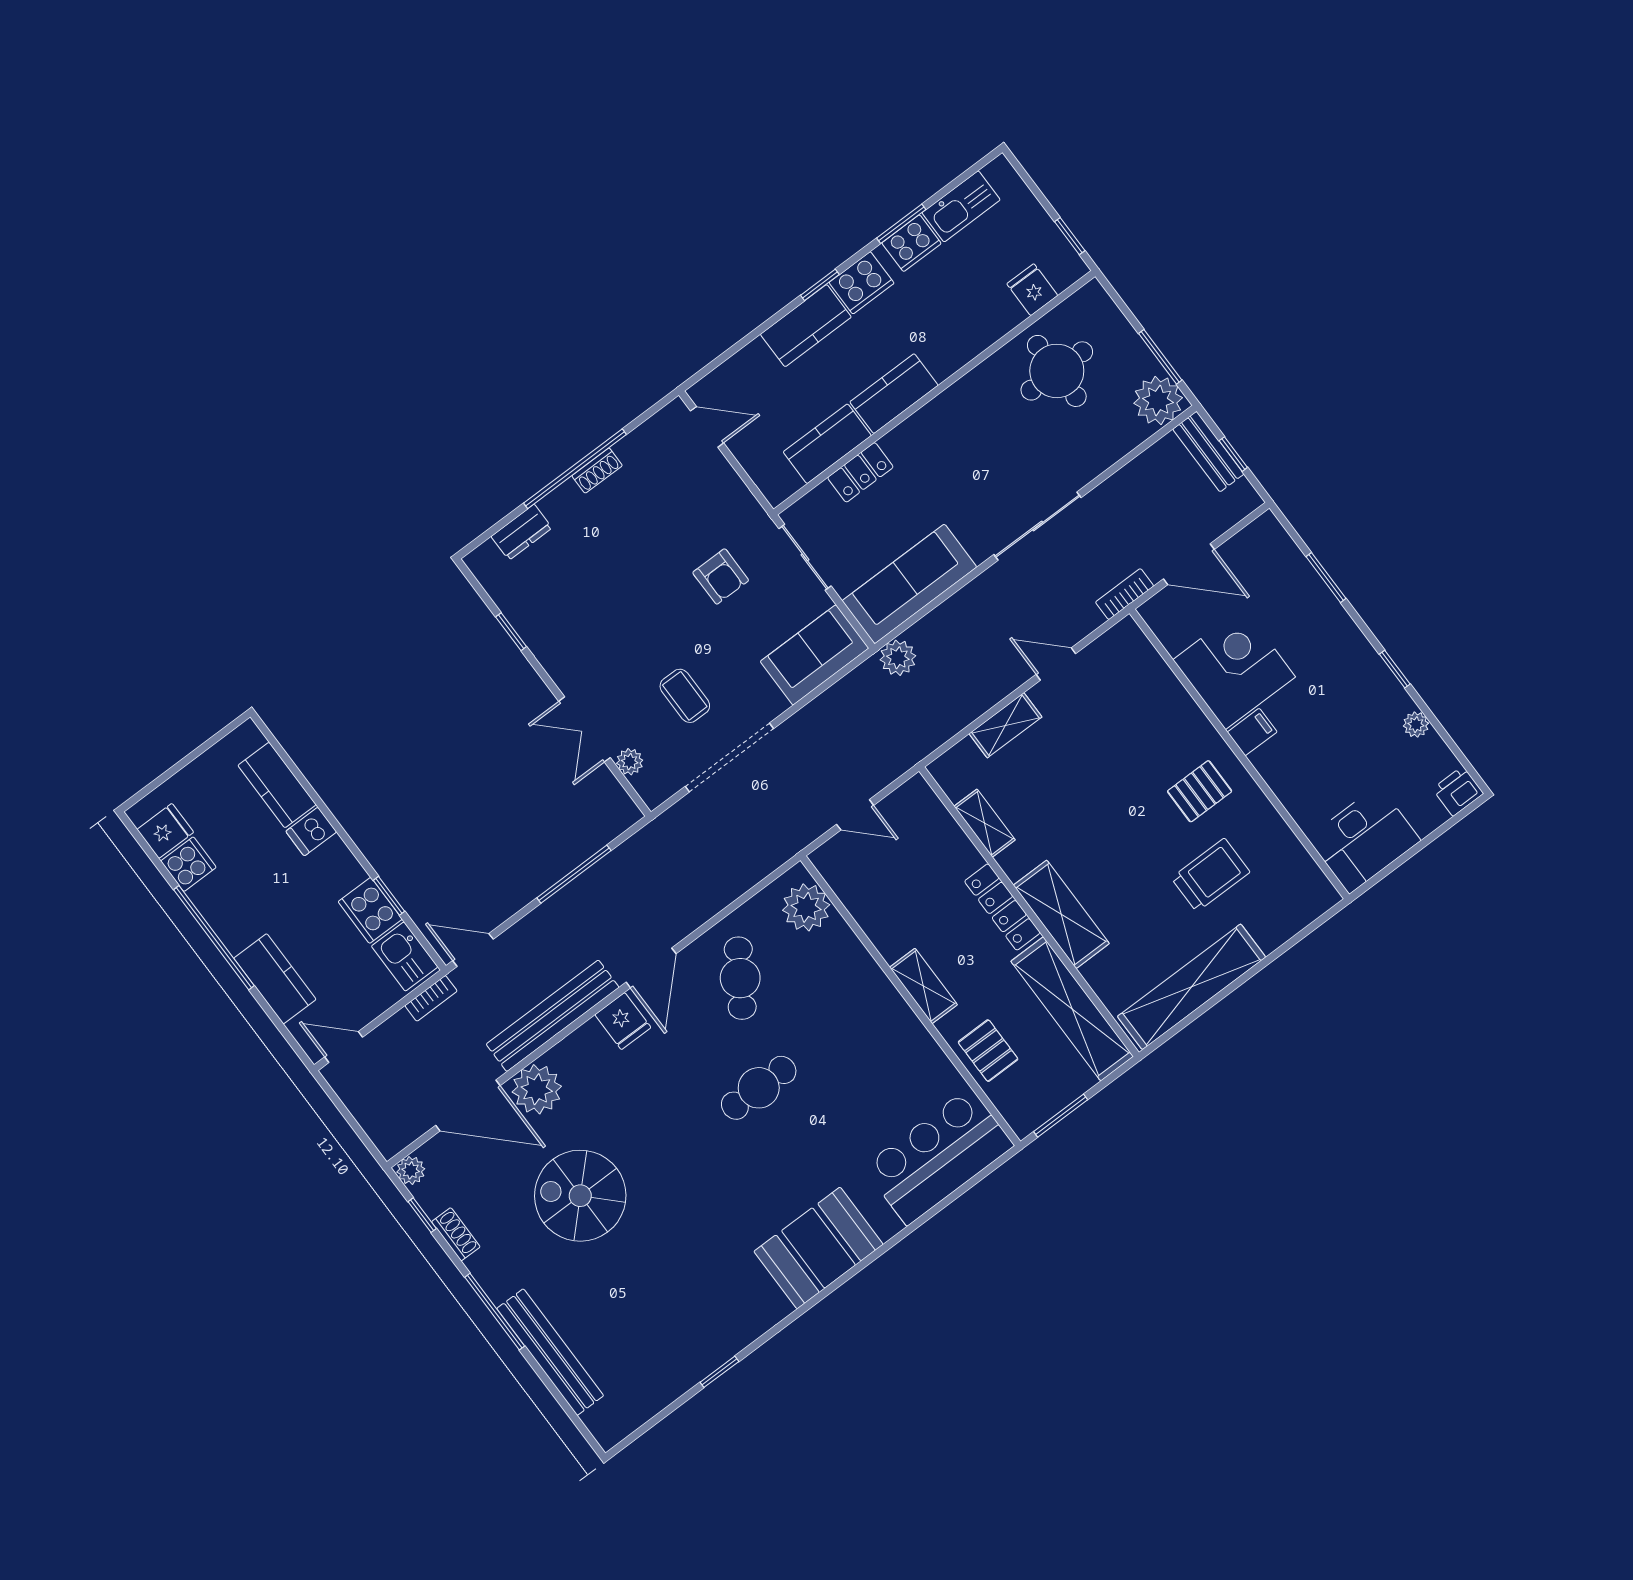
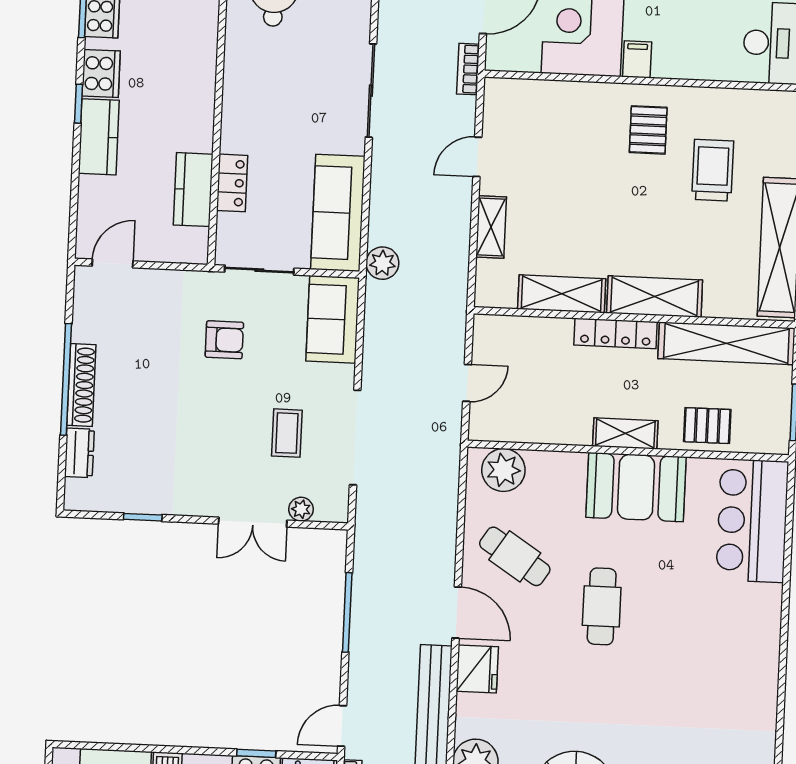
kitchen counter: (894, 394) -> (197, 114), removed
shoe rack: (597, 471) -> (81, 385), width x1.94, depth x1.24
coffee table: (685, 696) -> (287, 433), turned 90
shelving: (985, 823) -> (562, 294), width x1.50, depth x1.33
fridge: (623, 1021) -> (477, 669), width x1.38
booth: (818, 1248) -> (636, 487), moved, turned 90

